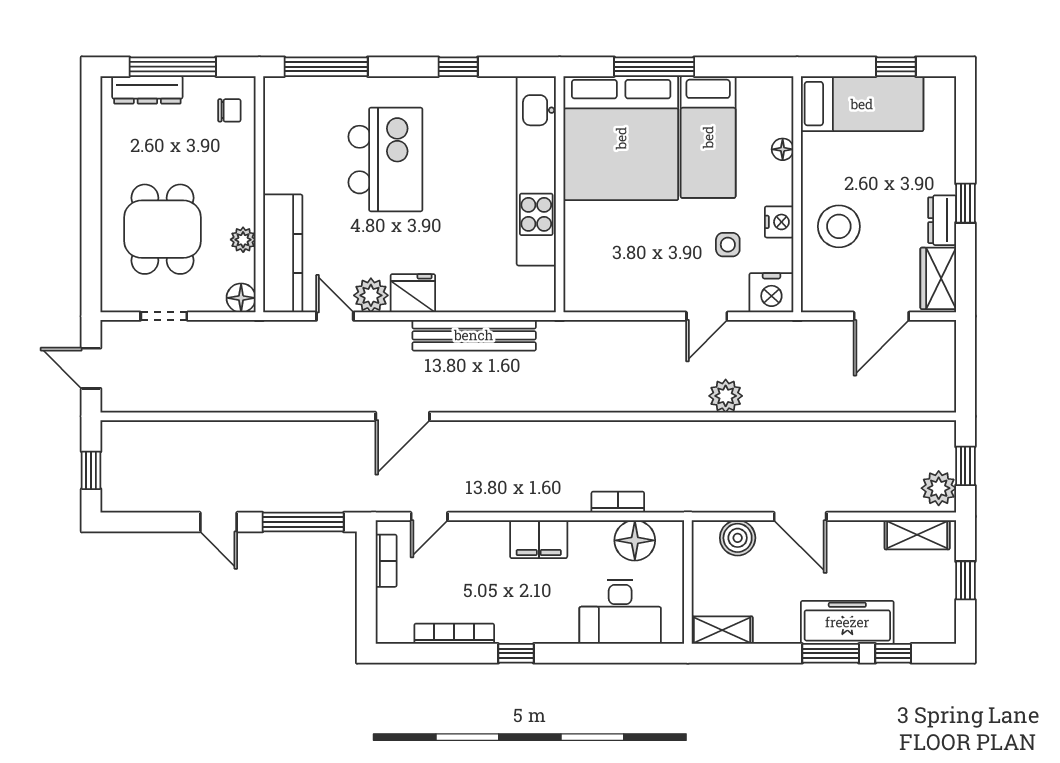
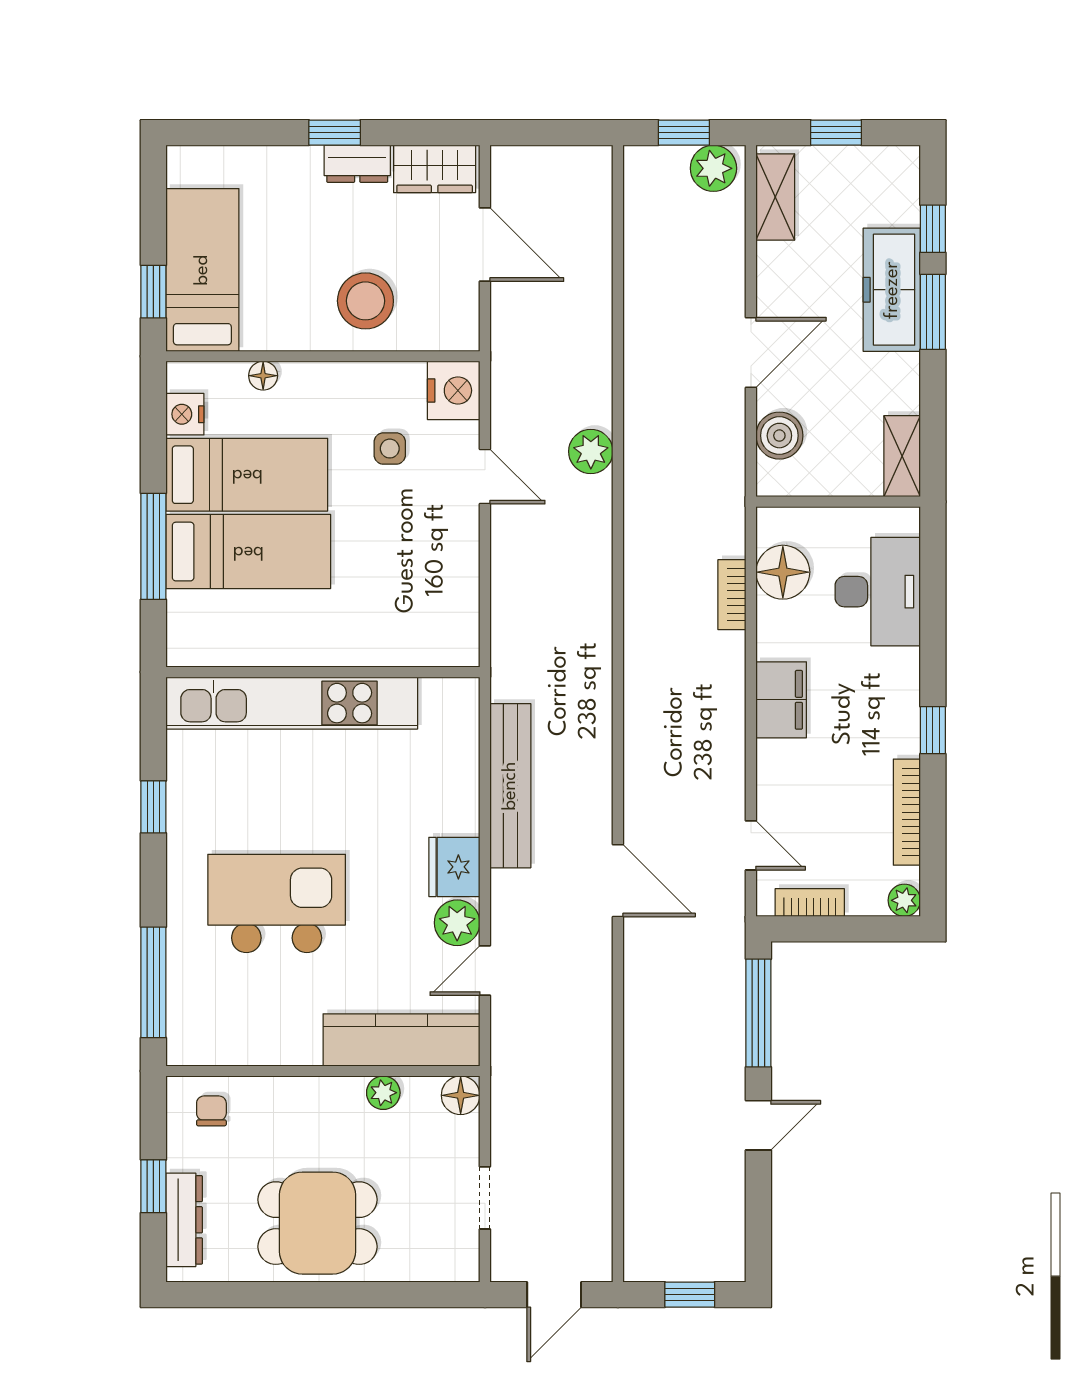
window: (173, 67) -> (153, 1186), width x0.46
window: (896, 67) -> (153, 292), moved
bed: (621, 138) -> (248, 552), width x0.49
nightstand: (779, 222) -> (185, 414), moved, turned -90
dining table: (162, 229) -> (317, 1223), moved
plant: (388, 632) -> (904, 900), added

